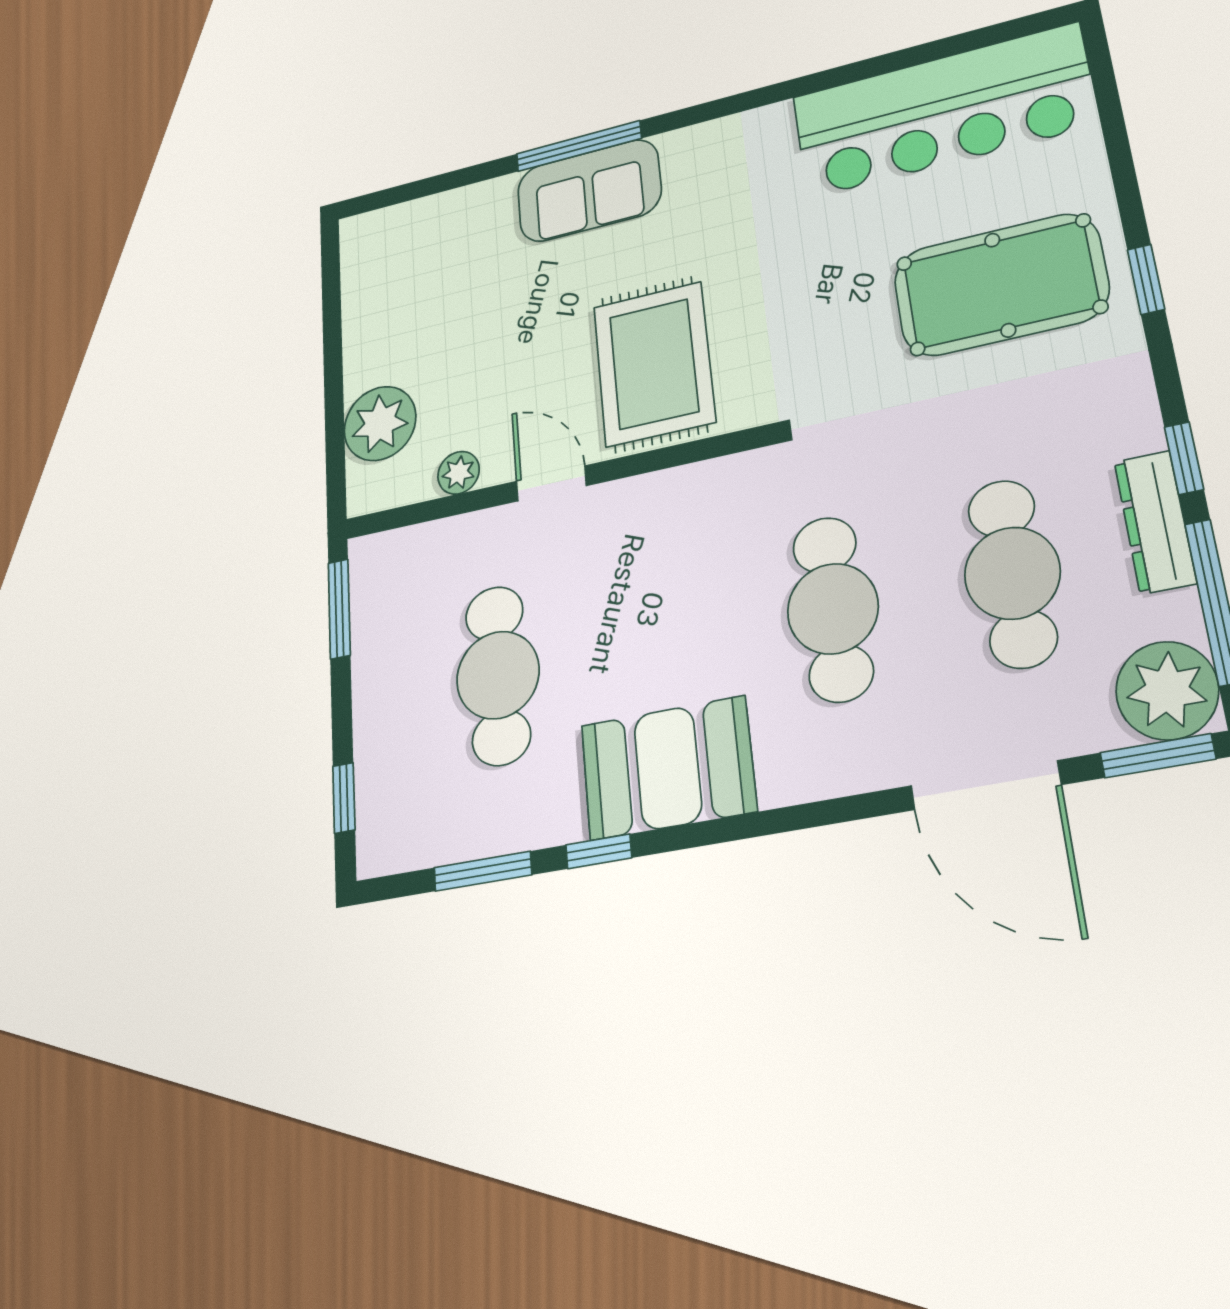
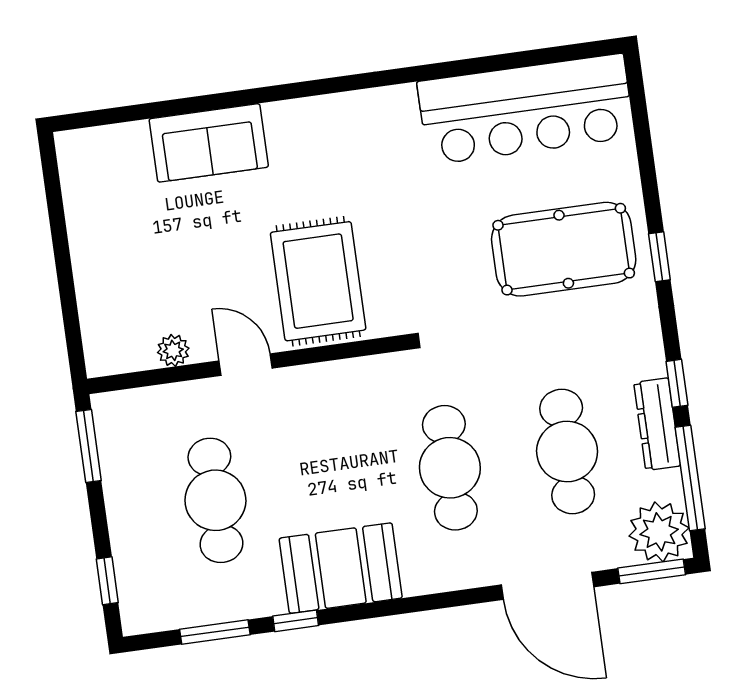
window: (579, 146) -> (250, 97), removed
sofa: (589, 191) -> (209, 143), moved
plant: (380, 423) -> (106, 306), removed

